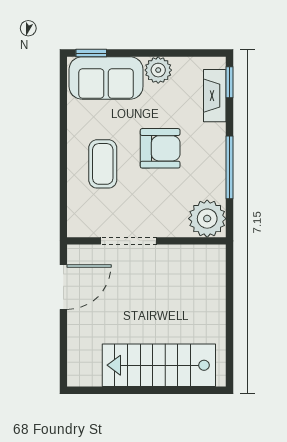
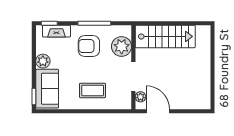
armchair: (160, 148) -> (89, 46), moved, turned -90
plant: (207, 219) -> (122, 46), moved
plant: (91, 254) -> (140, 97), added
stairs: (159, 365) -> (165, 36), moved, turned -90

